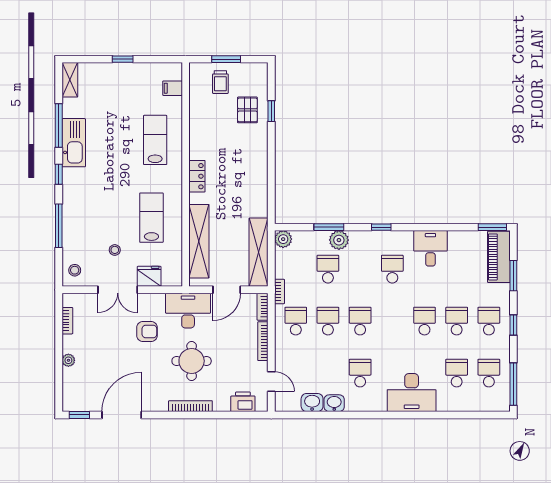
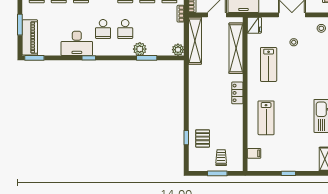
window: (381, 227) -> (89, 58), moved
desk: (430, 248) -> (77, 43), width x1.37
school desk: (328, 269) -> (125, 29), moved
fridge: (149, 276) -> (254, 25), moved, turned -90

